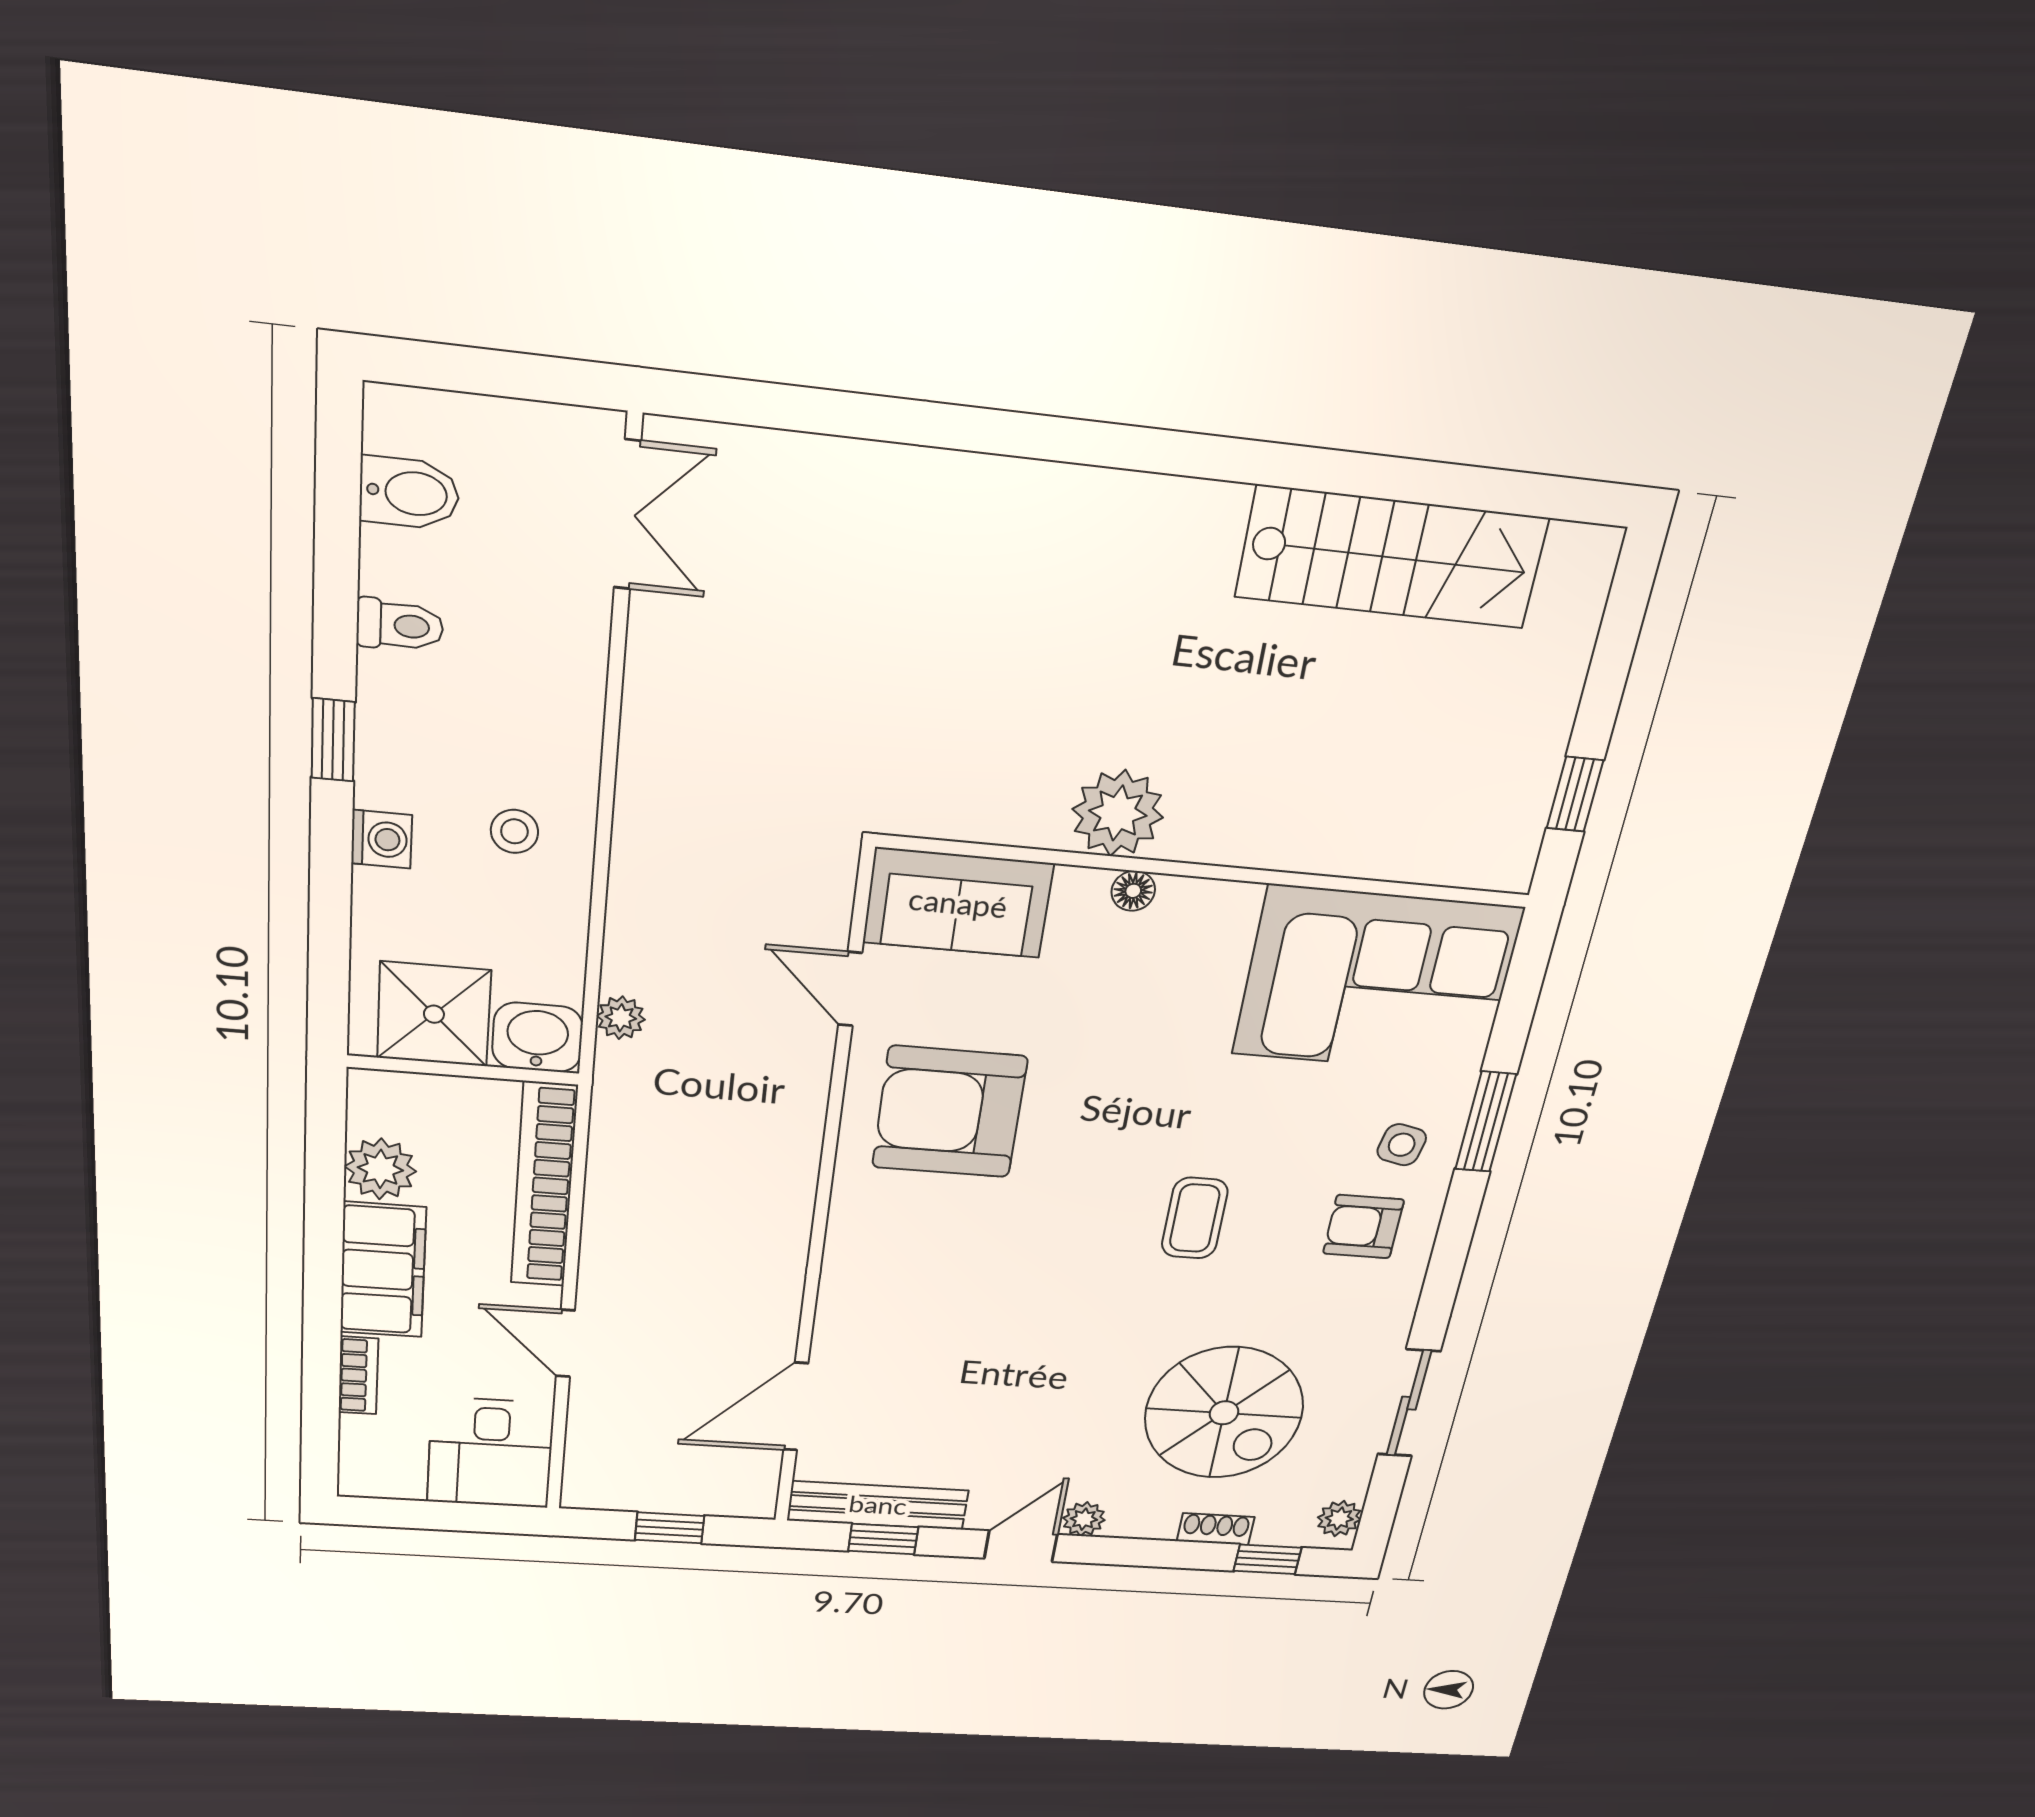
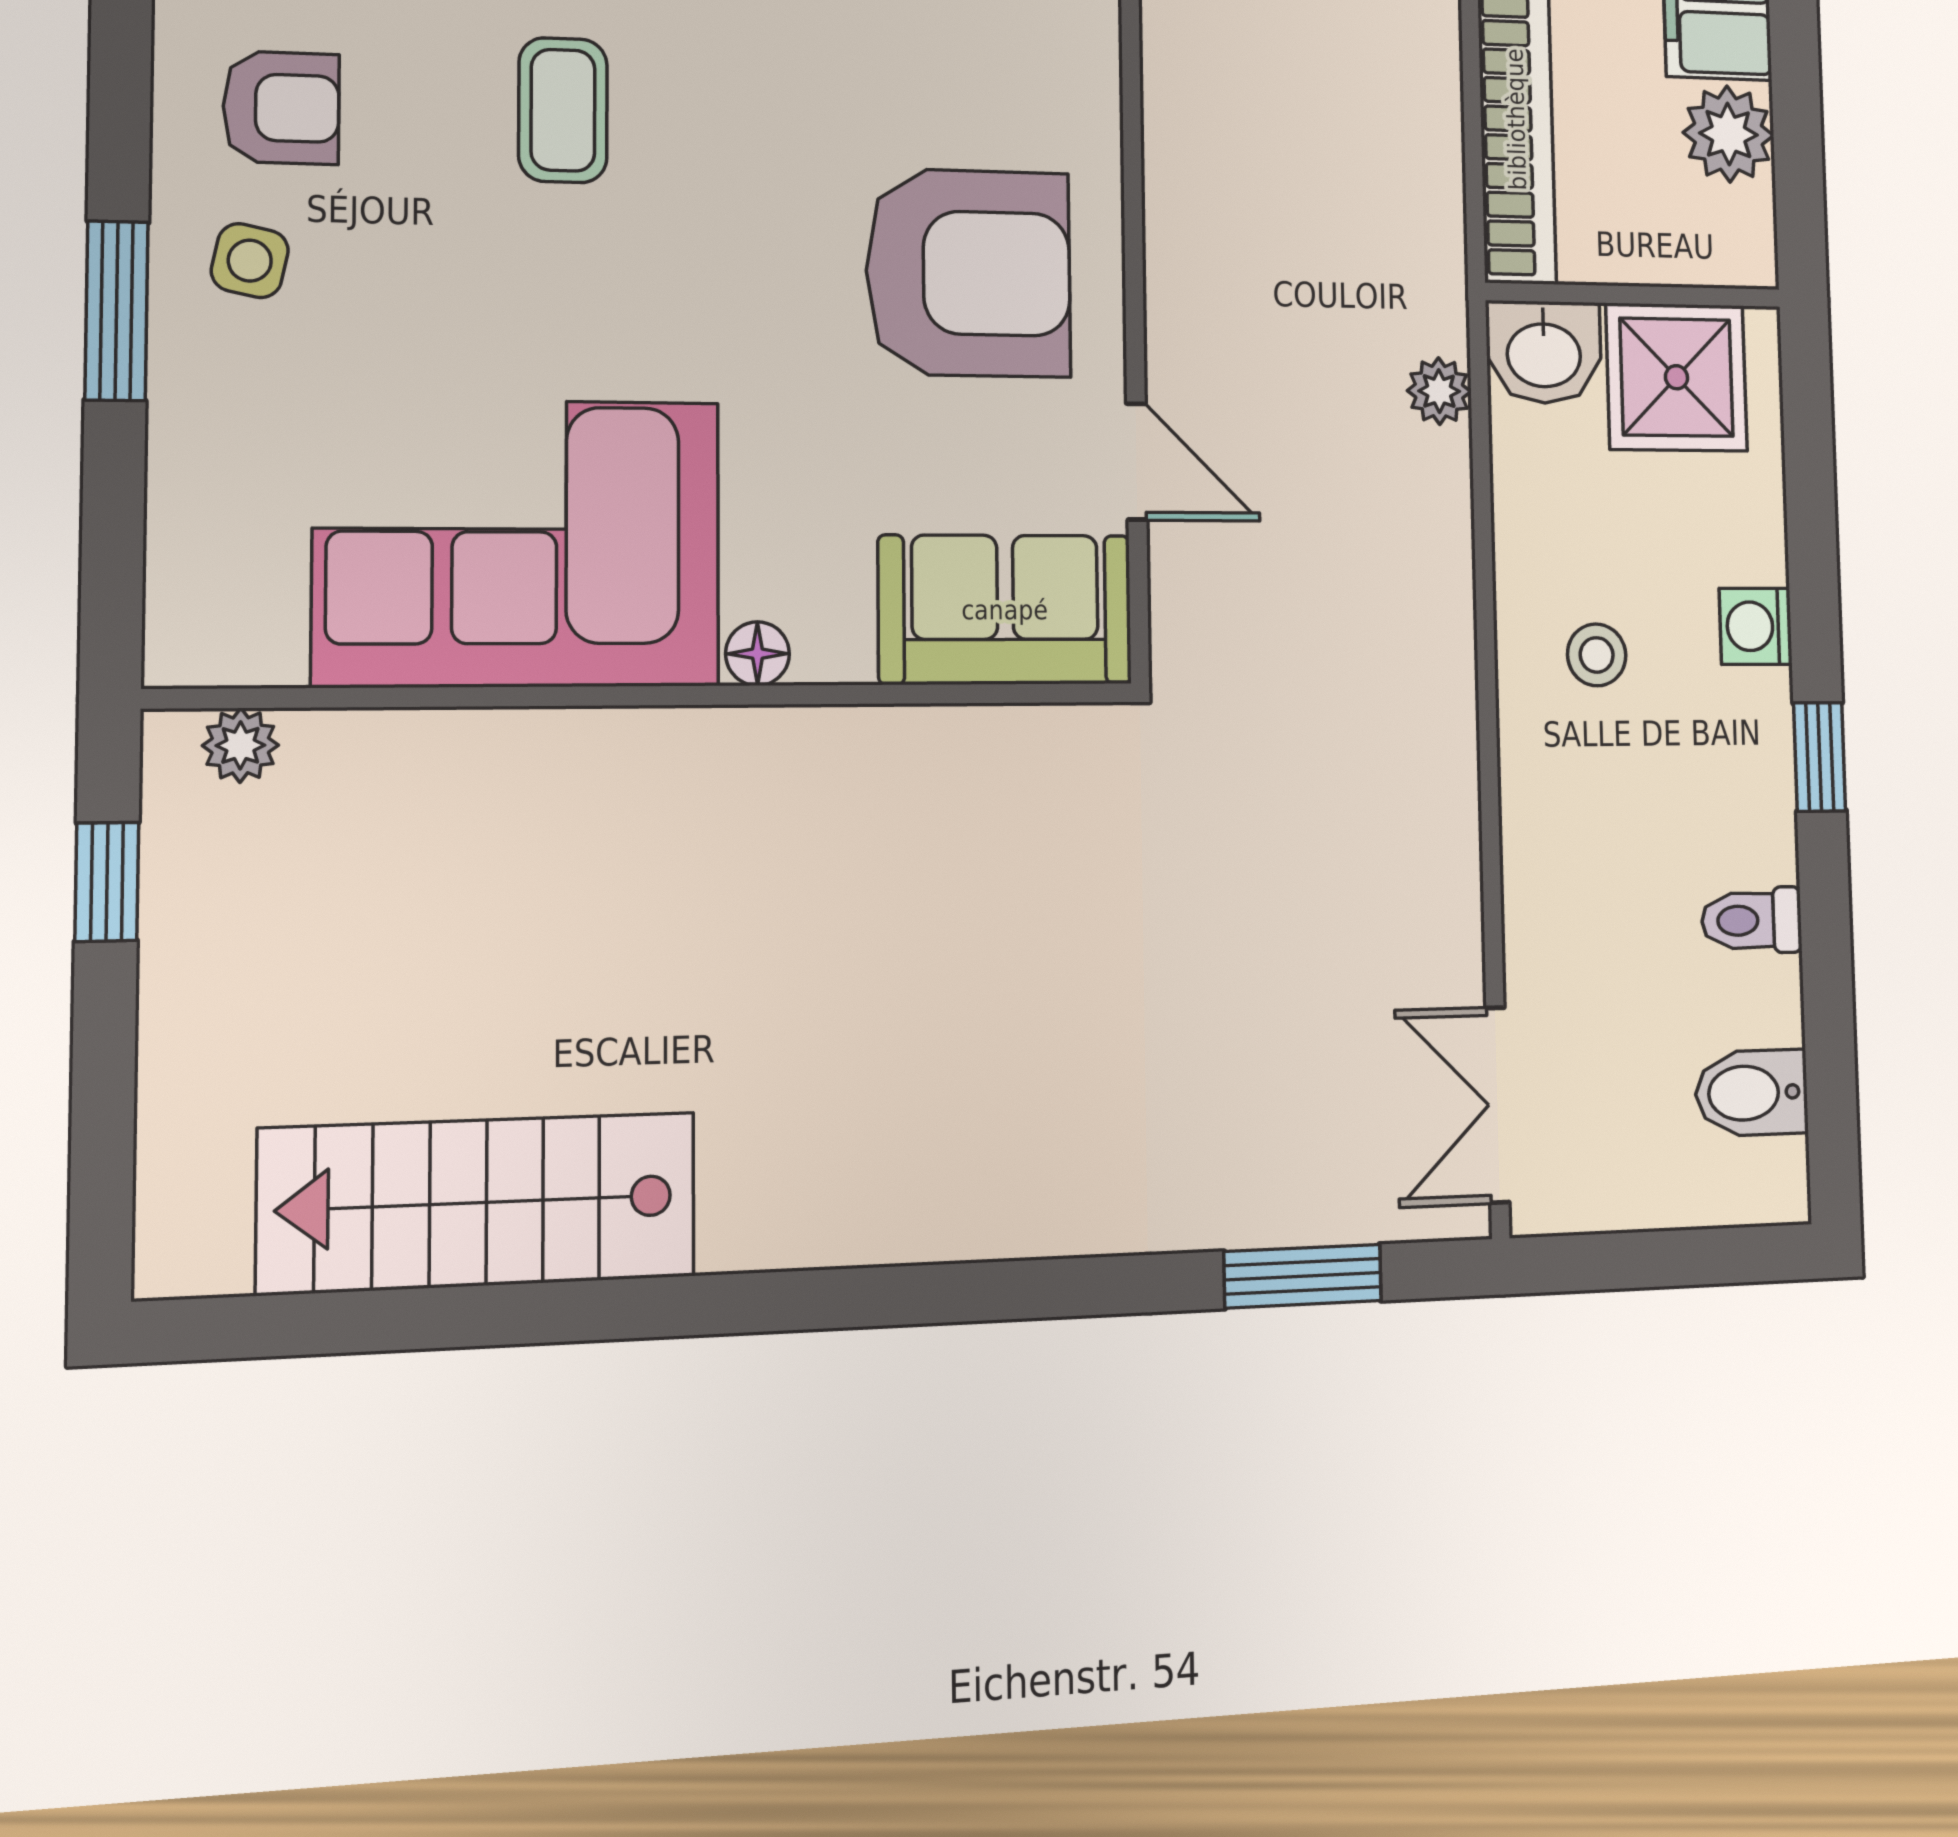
window: (801, 409) -> (1303, 1276), added
plant: (1118, 813) -> (240, 745), moved, width x0.53, depth x0.53
corner sofa: (1377, 981) -> (518, 543), moved

